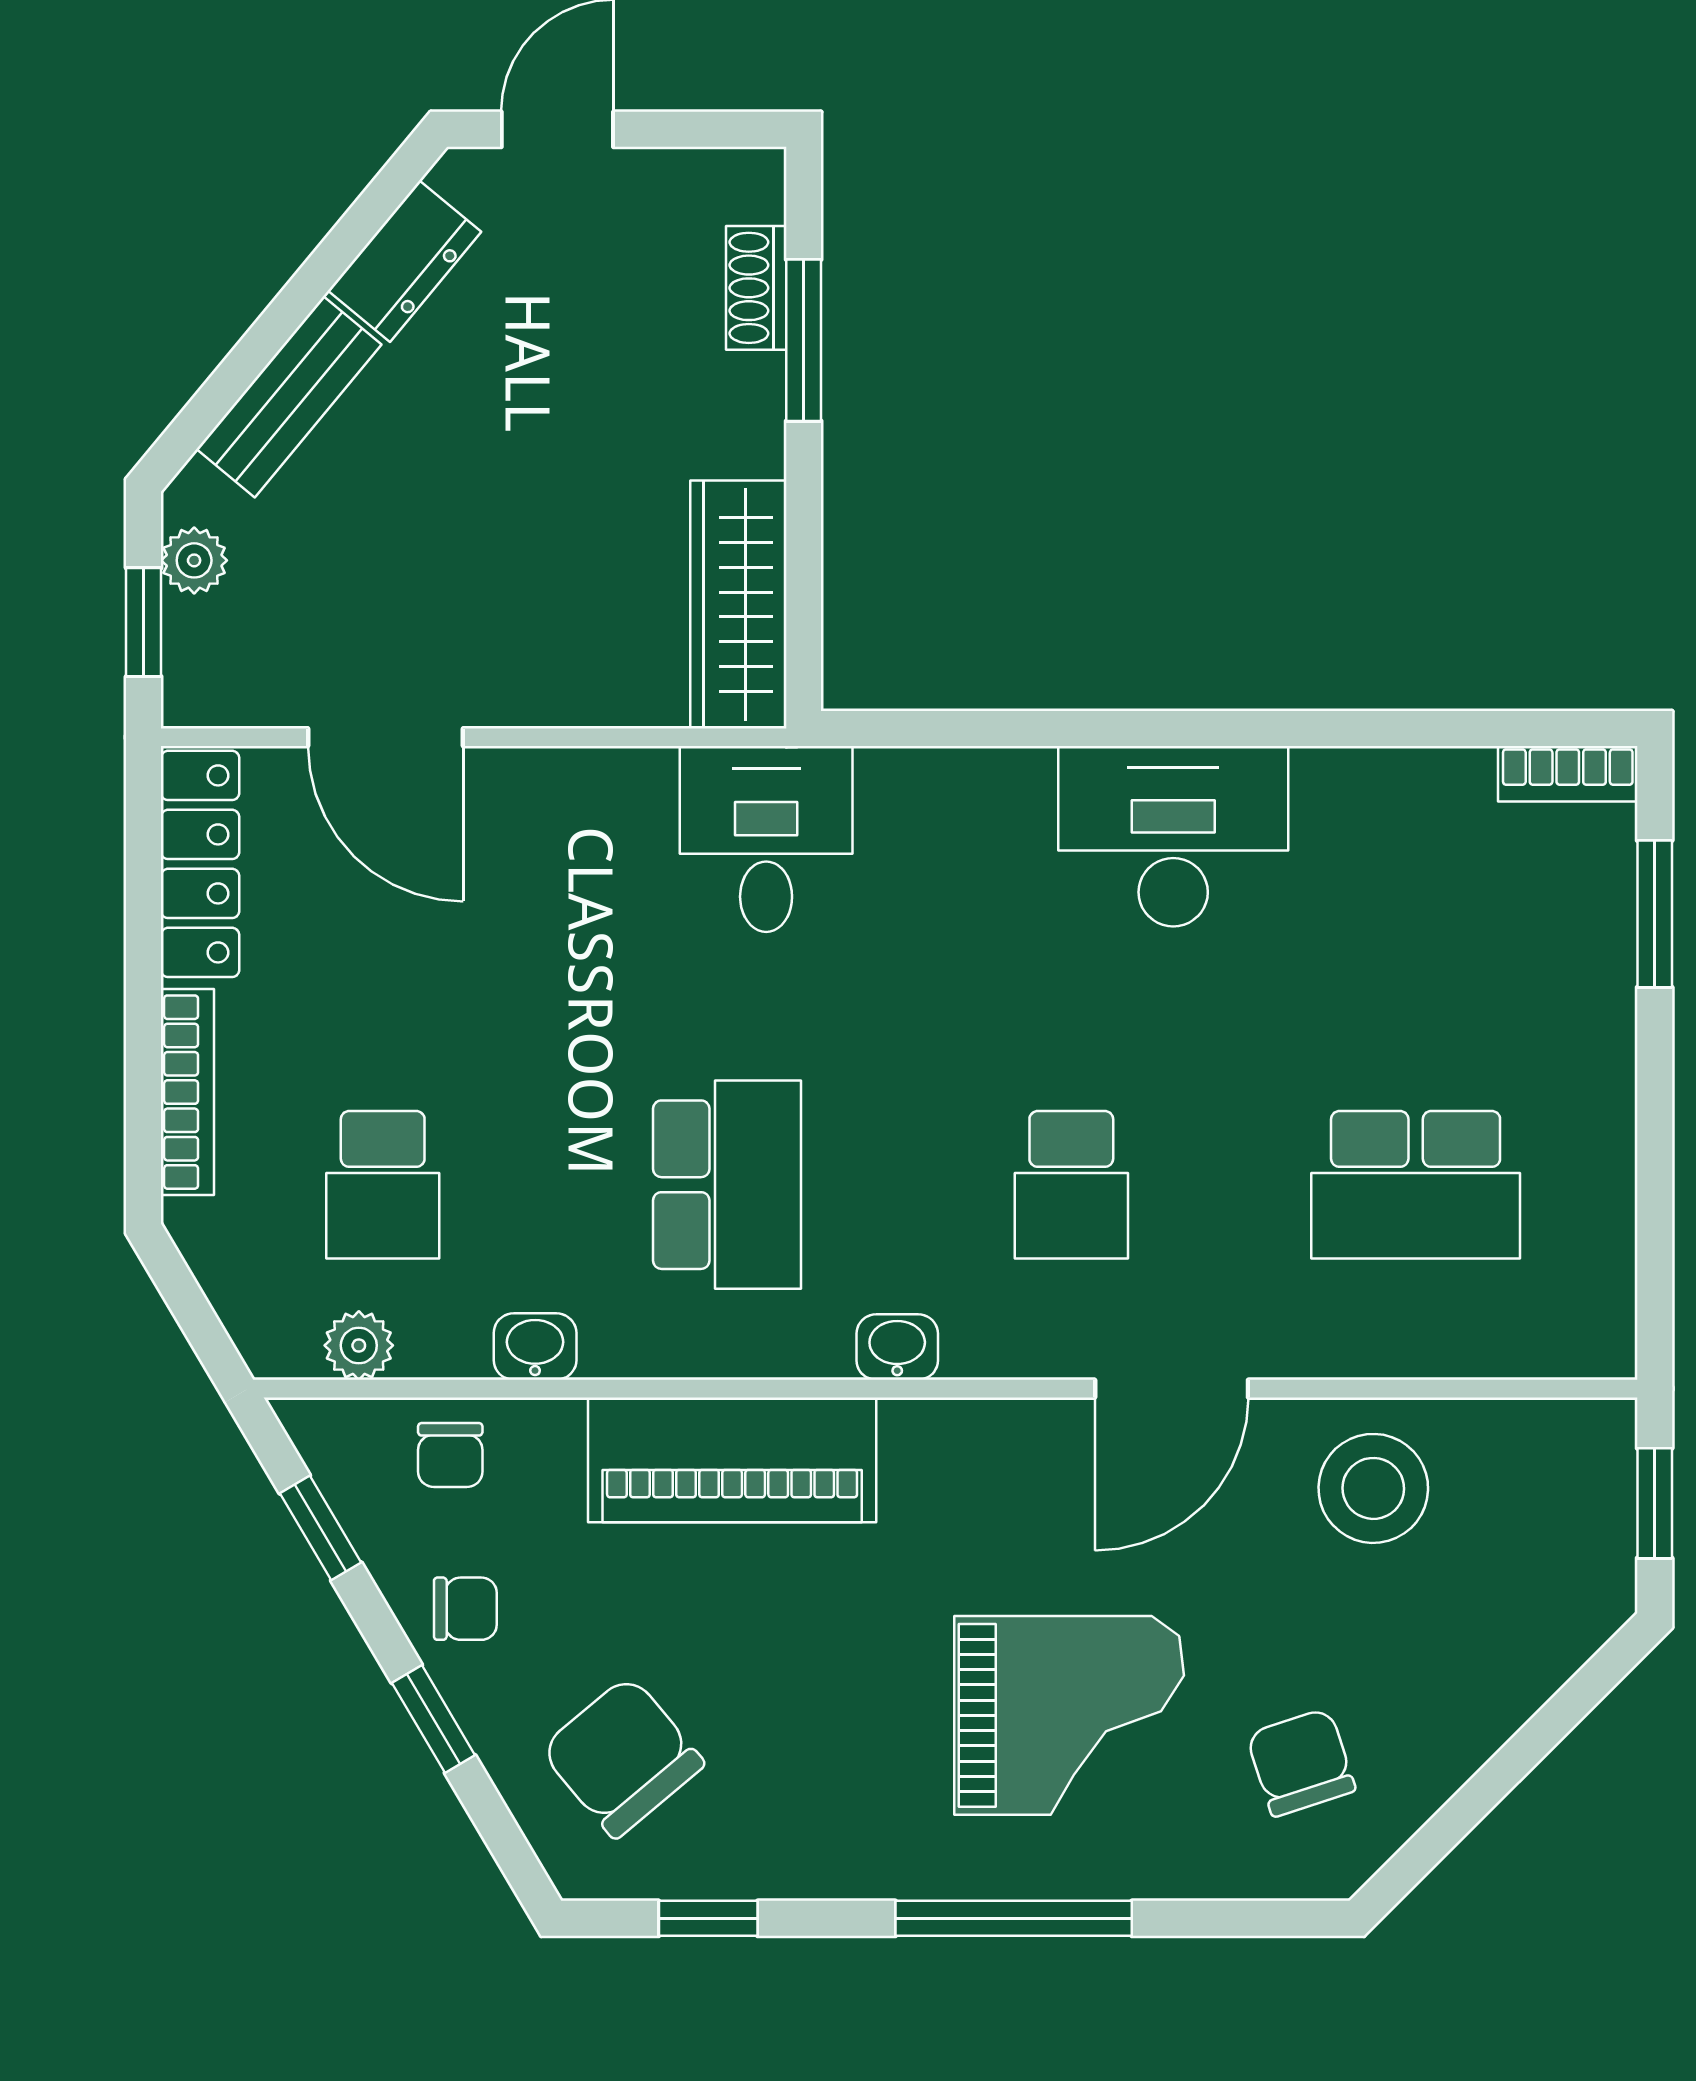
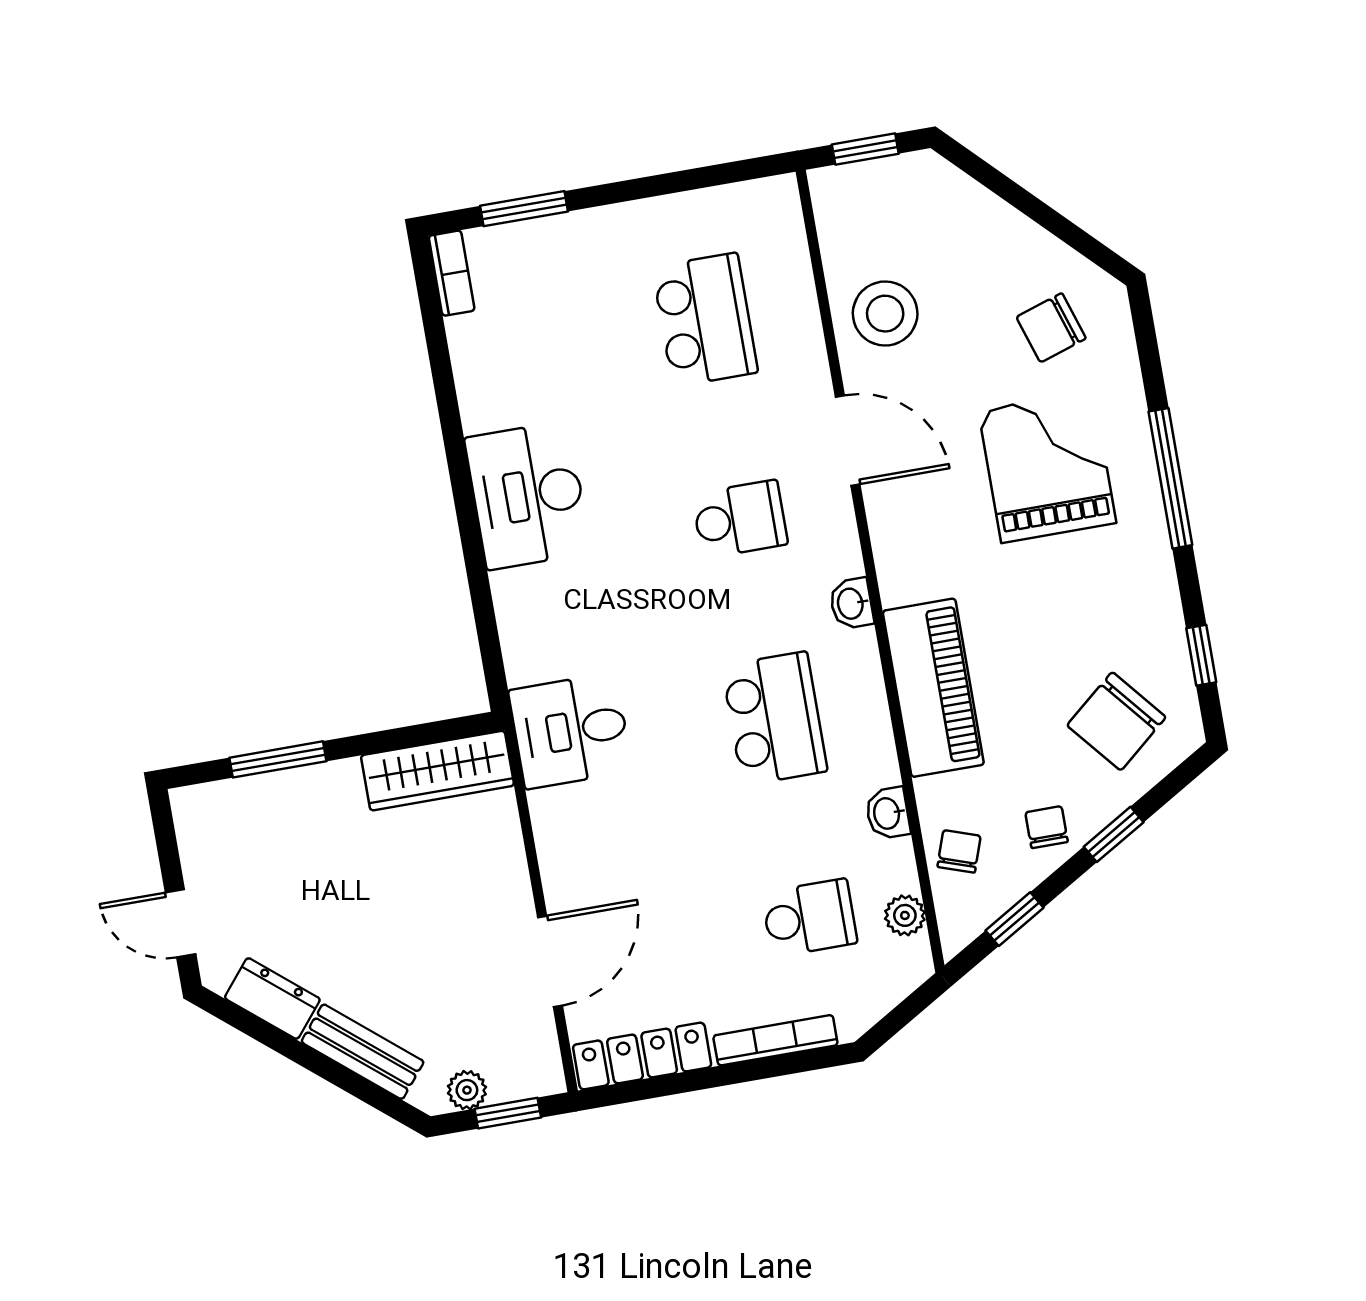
shoe rack: (756, 288) -> (252, 792), removed
school desk: (727, 1185) -> (775, 718), turned 90
chair: (450, 1455) -> (959, 851), turned -71

